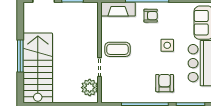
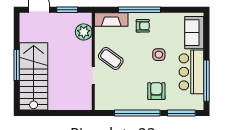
coffee table: (118, 49) -> (111, 58), turned 36
plant: (90, 88) -> (84, 32), moved

